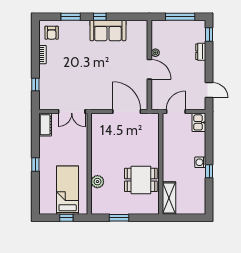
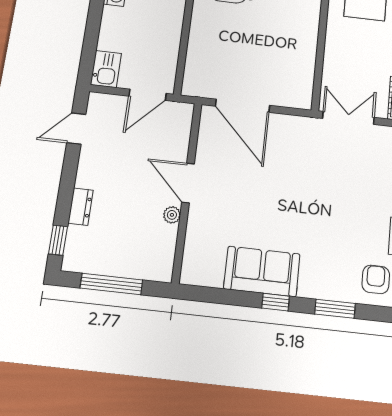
door: (209, 90) -> (76, 129), hinge flipped

